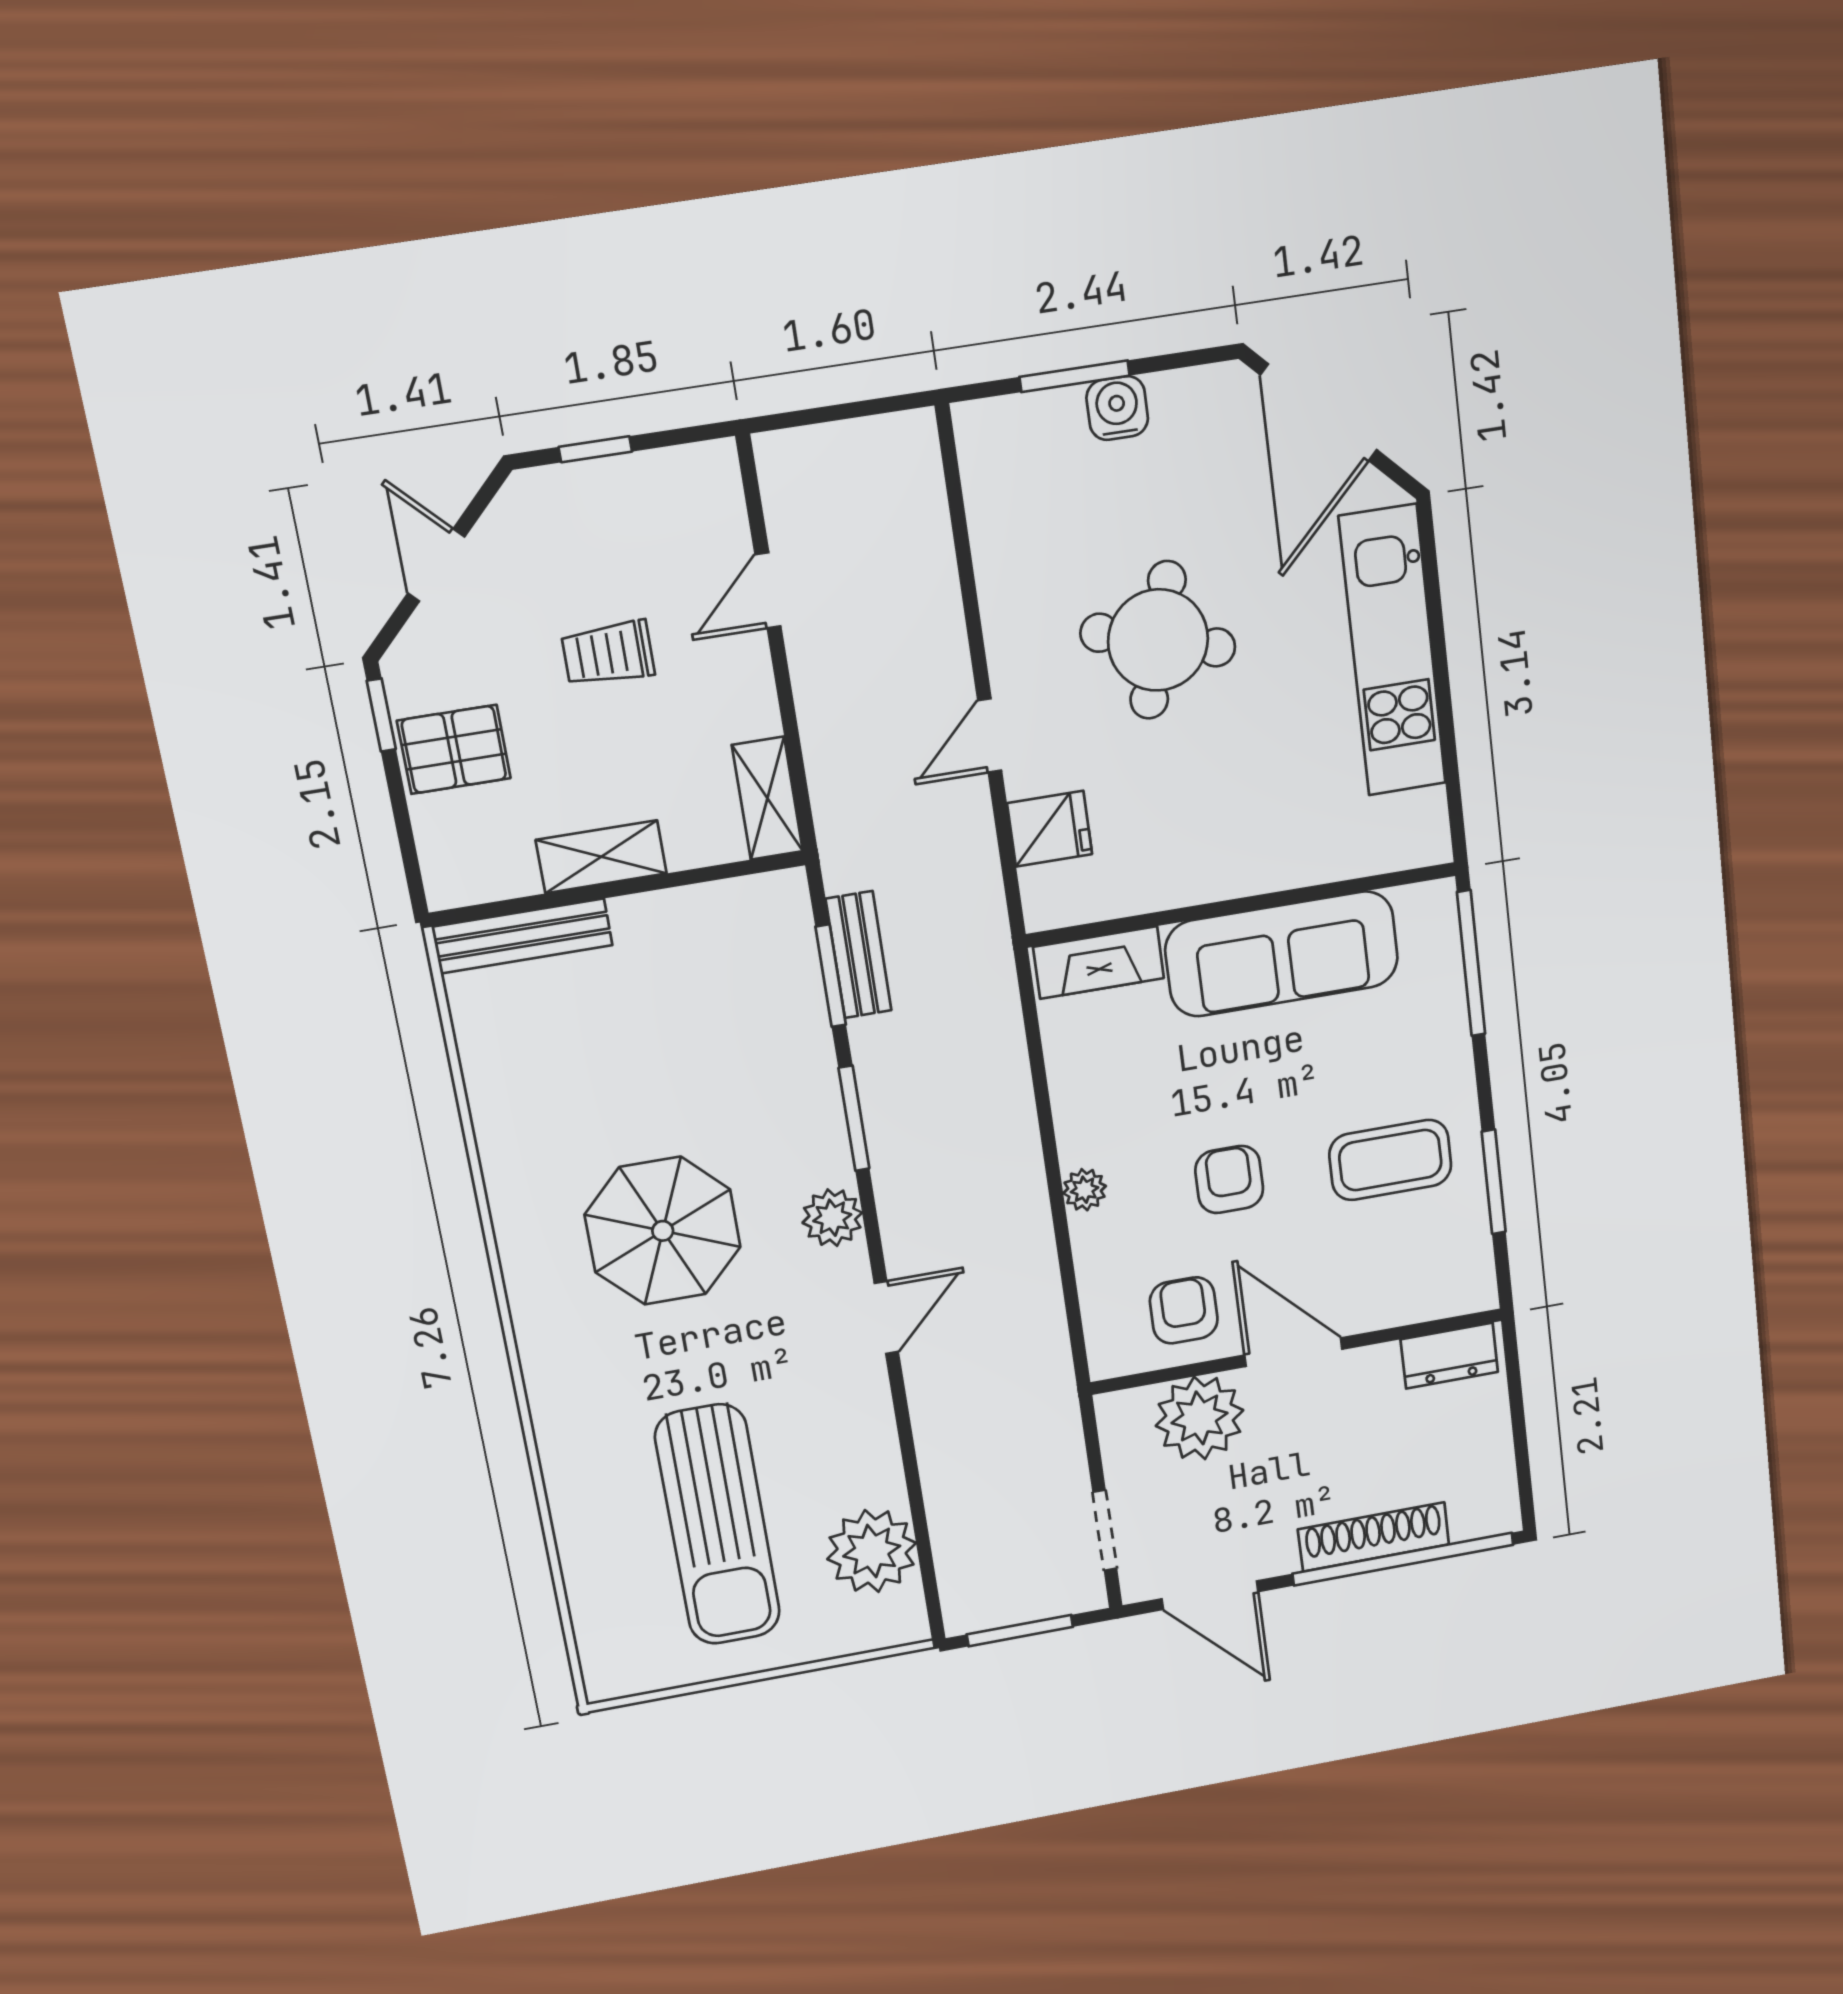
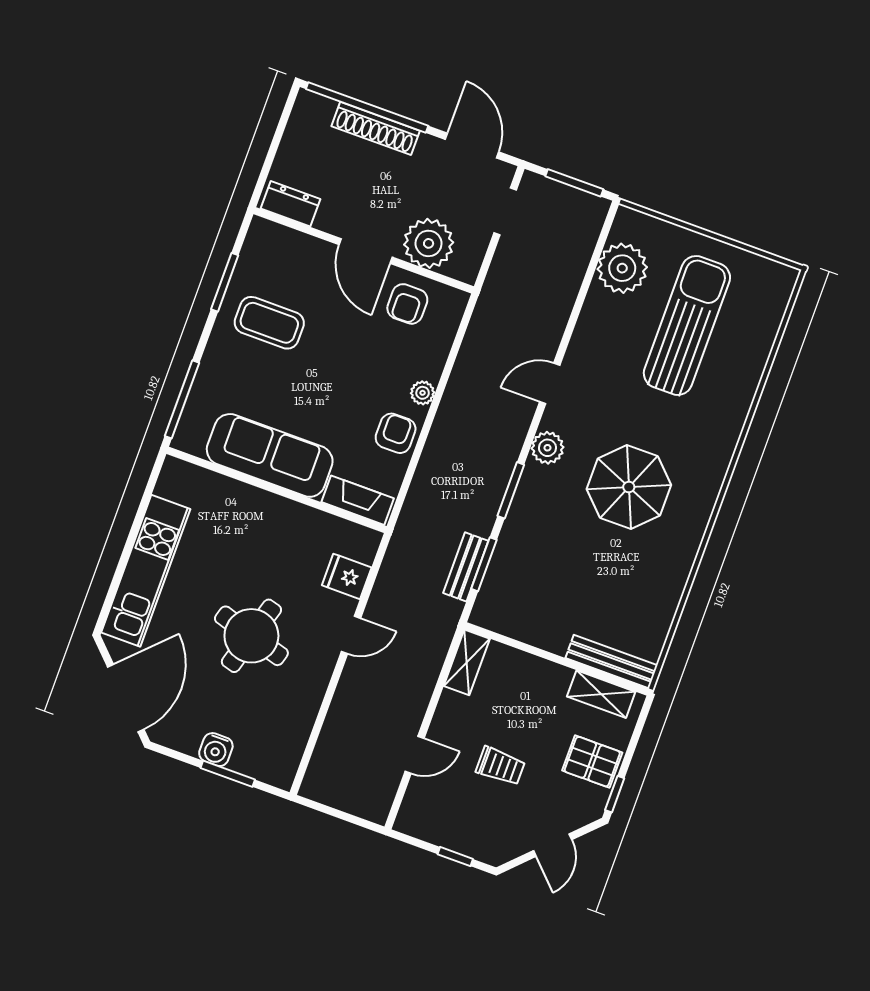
shelving: (601, 857) -> (601, 694), moved
armchair: (1229, 1180) -> (396, 433), moved, turned 180

